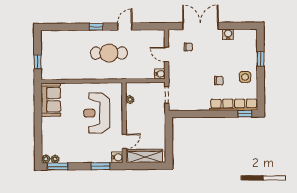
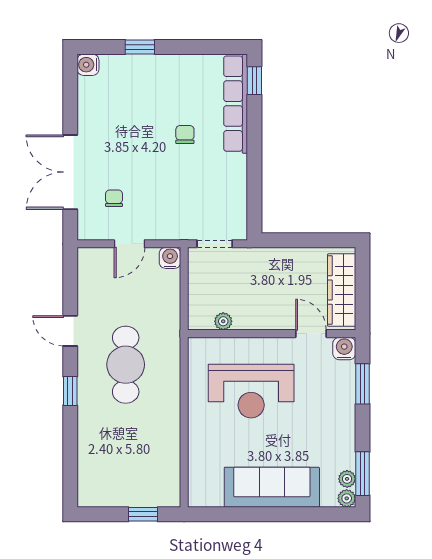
water cooler: (228, 34) -> (88, 65), moved
side table: (245, 77) -> (178, 80), removed
sofa: (51, 100) -> (272, 487), moved, width x1.36

